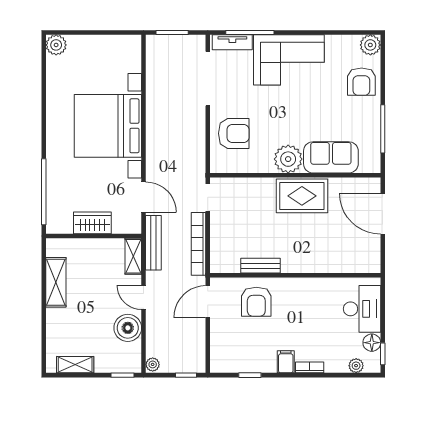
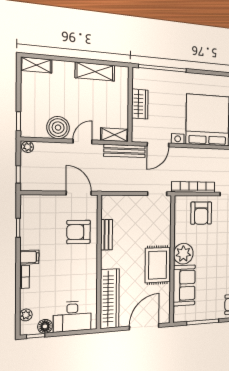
bookcase: (199, 244) -> (193, 187), moved
wardrobe: (343, 261) -> (110, 299), added
shelving: (75, 365) -> (36, 65), moved, turned 90

